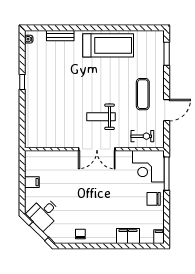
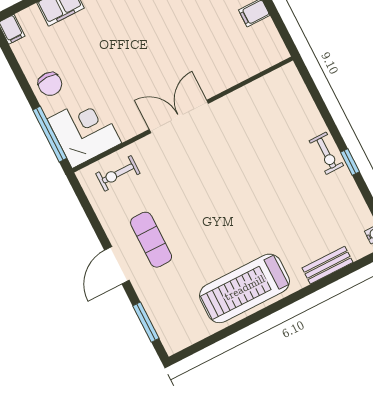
exercise bike: (32, 92) -> (326, 153), added
door: (167, 110) -> (117, 265), moved
weight bench: (101, 117) -> (198, 171), removed
chair: (154, 199) -> (50, 84), turned 90

